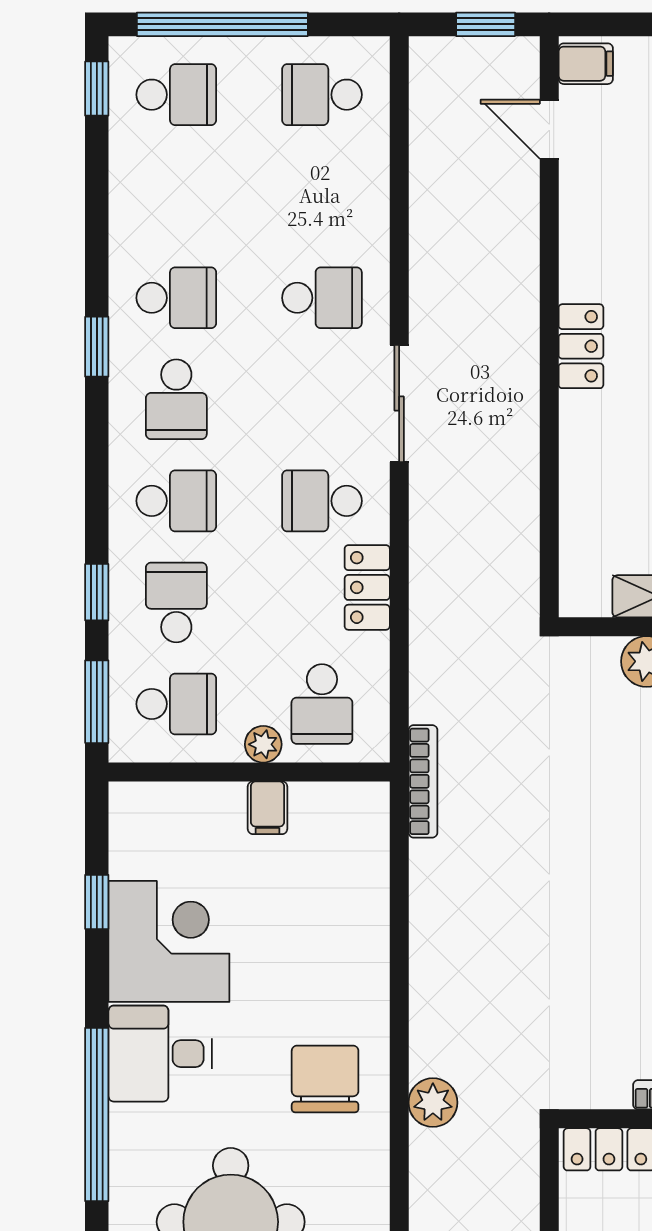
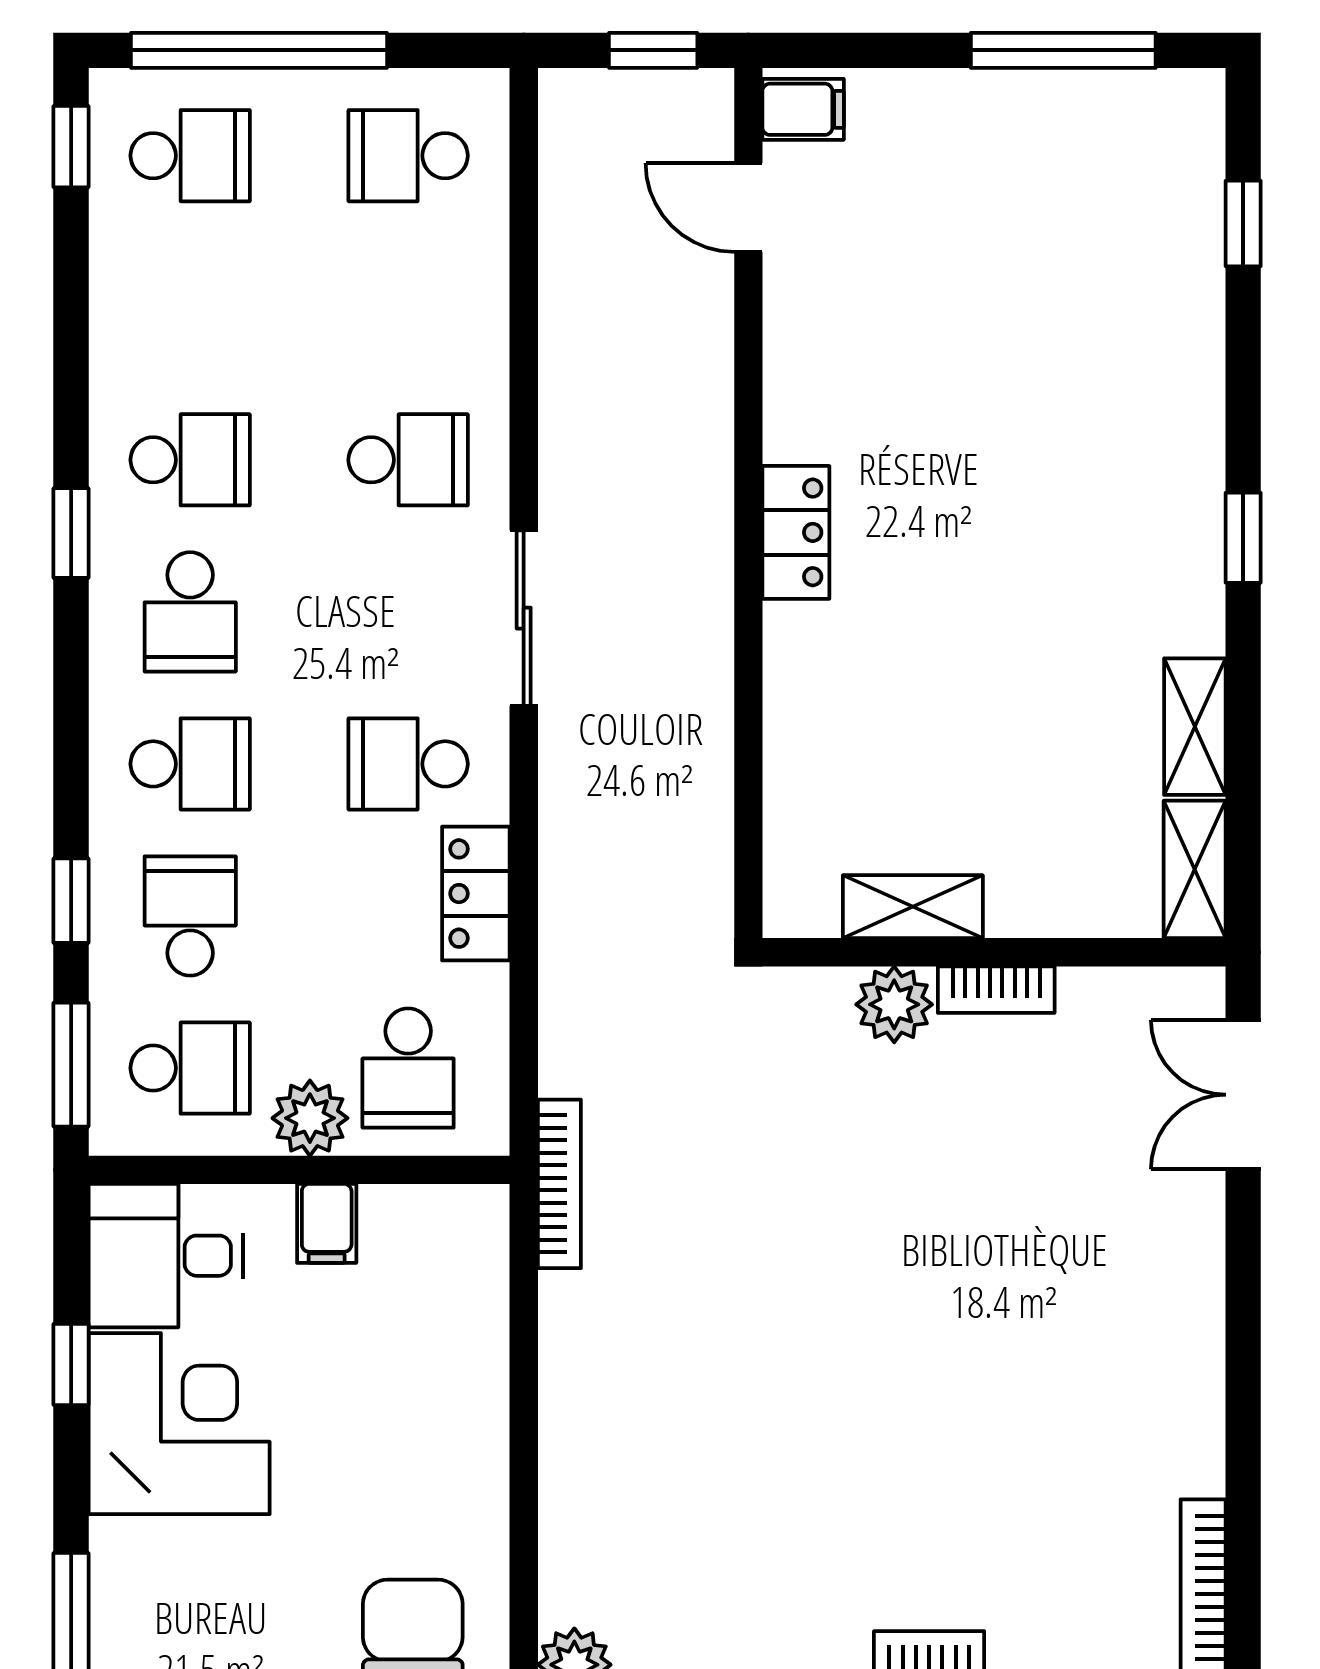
plant: (263, 744) -> (310, 1118), width x1.38, depth x1.38
desk: (160, 1054) -> (166, 1256), moved

